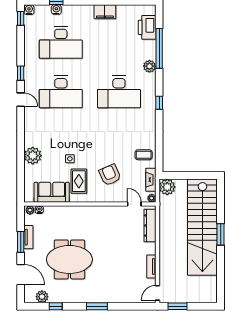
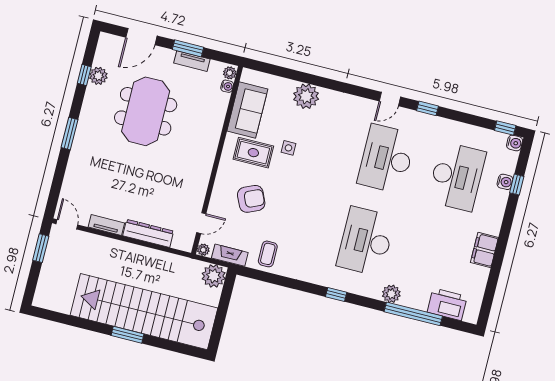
desk: (61, 43) -> (457, 176), turned 180
dresser: (150, 225) -> (148, 233), moved
plant: (42, 297) -> (98, 76), moved

